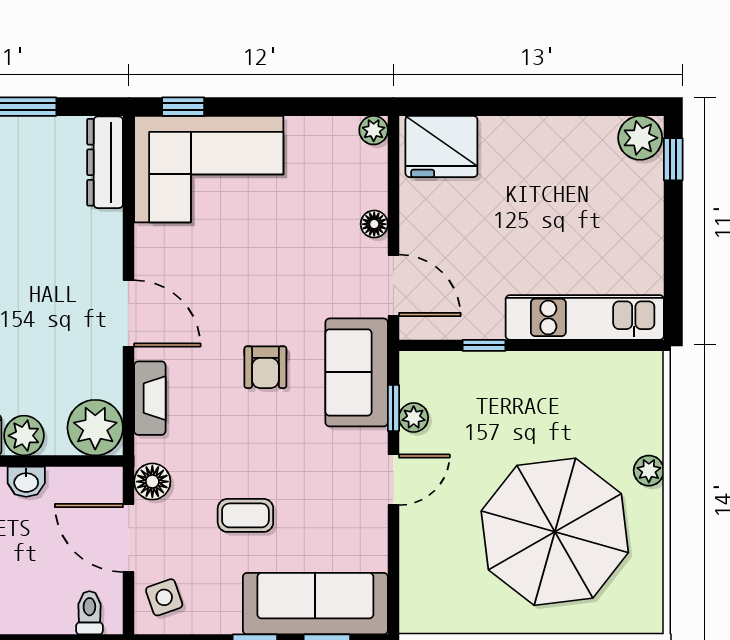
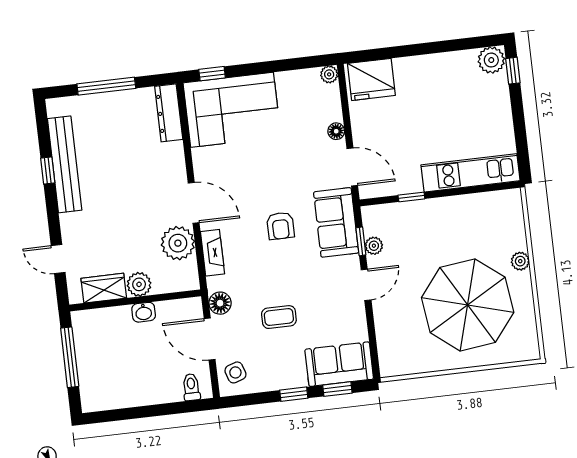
plant: (95, 428) -> (178, 243), moved
sofa: (315, 604) -> (339, 364), width x0.73

